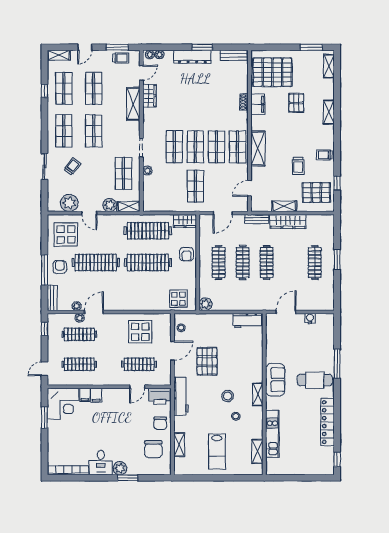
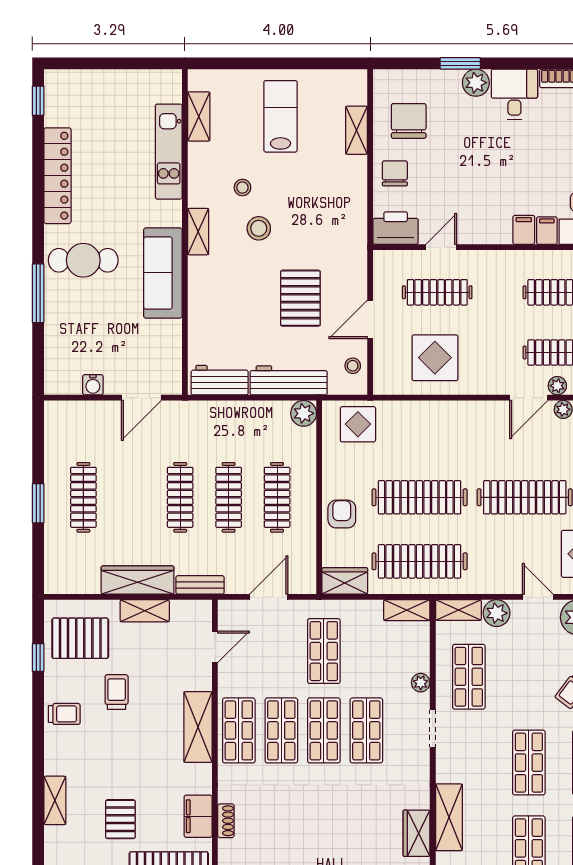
shelving: (154, 207) -> (407, 610), added
sofa: (275, 380) -> (163, 273), width x1.36
workbench: (181, 396) -> (289, 380), moved, turned 90

